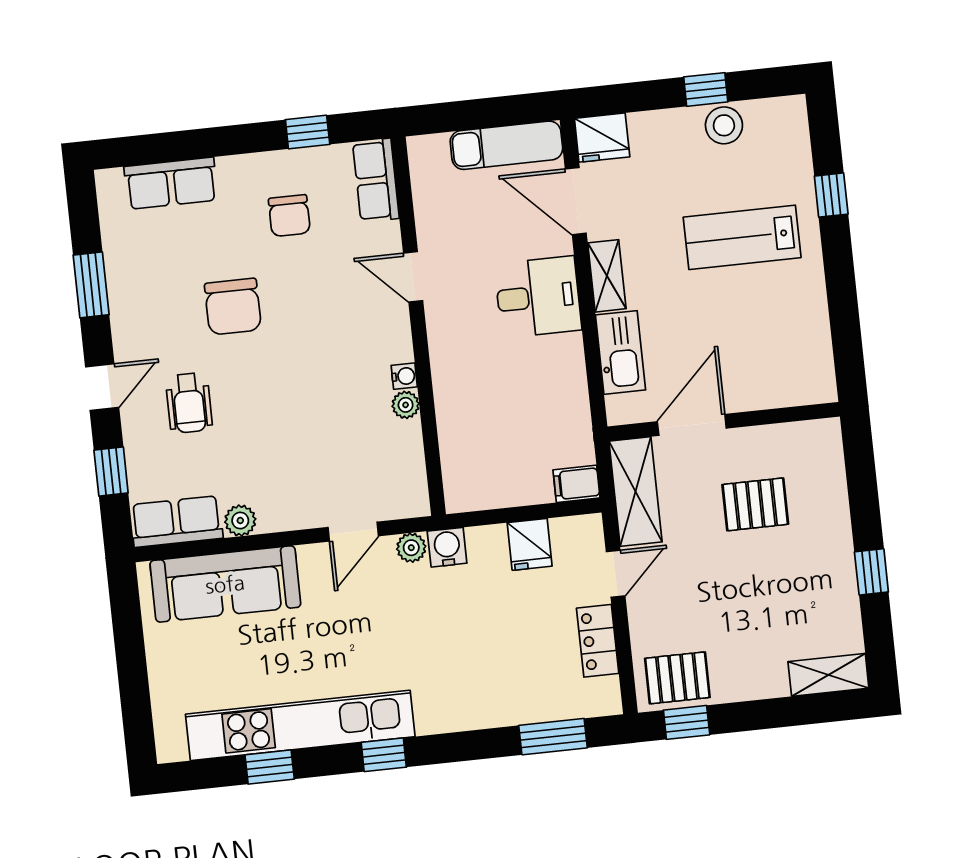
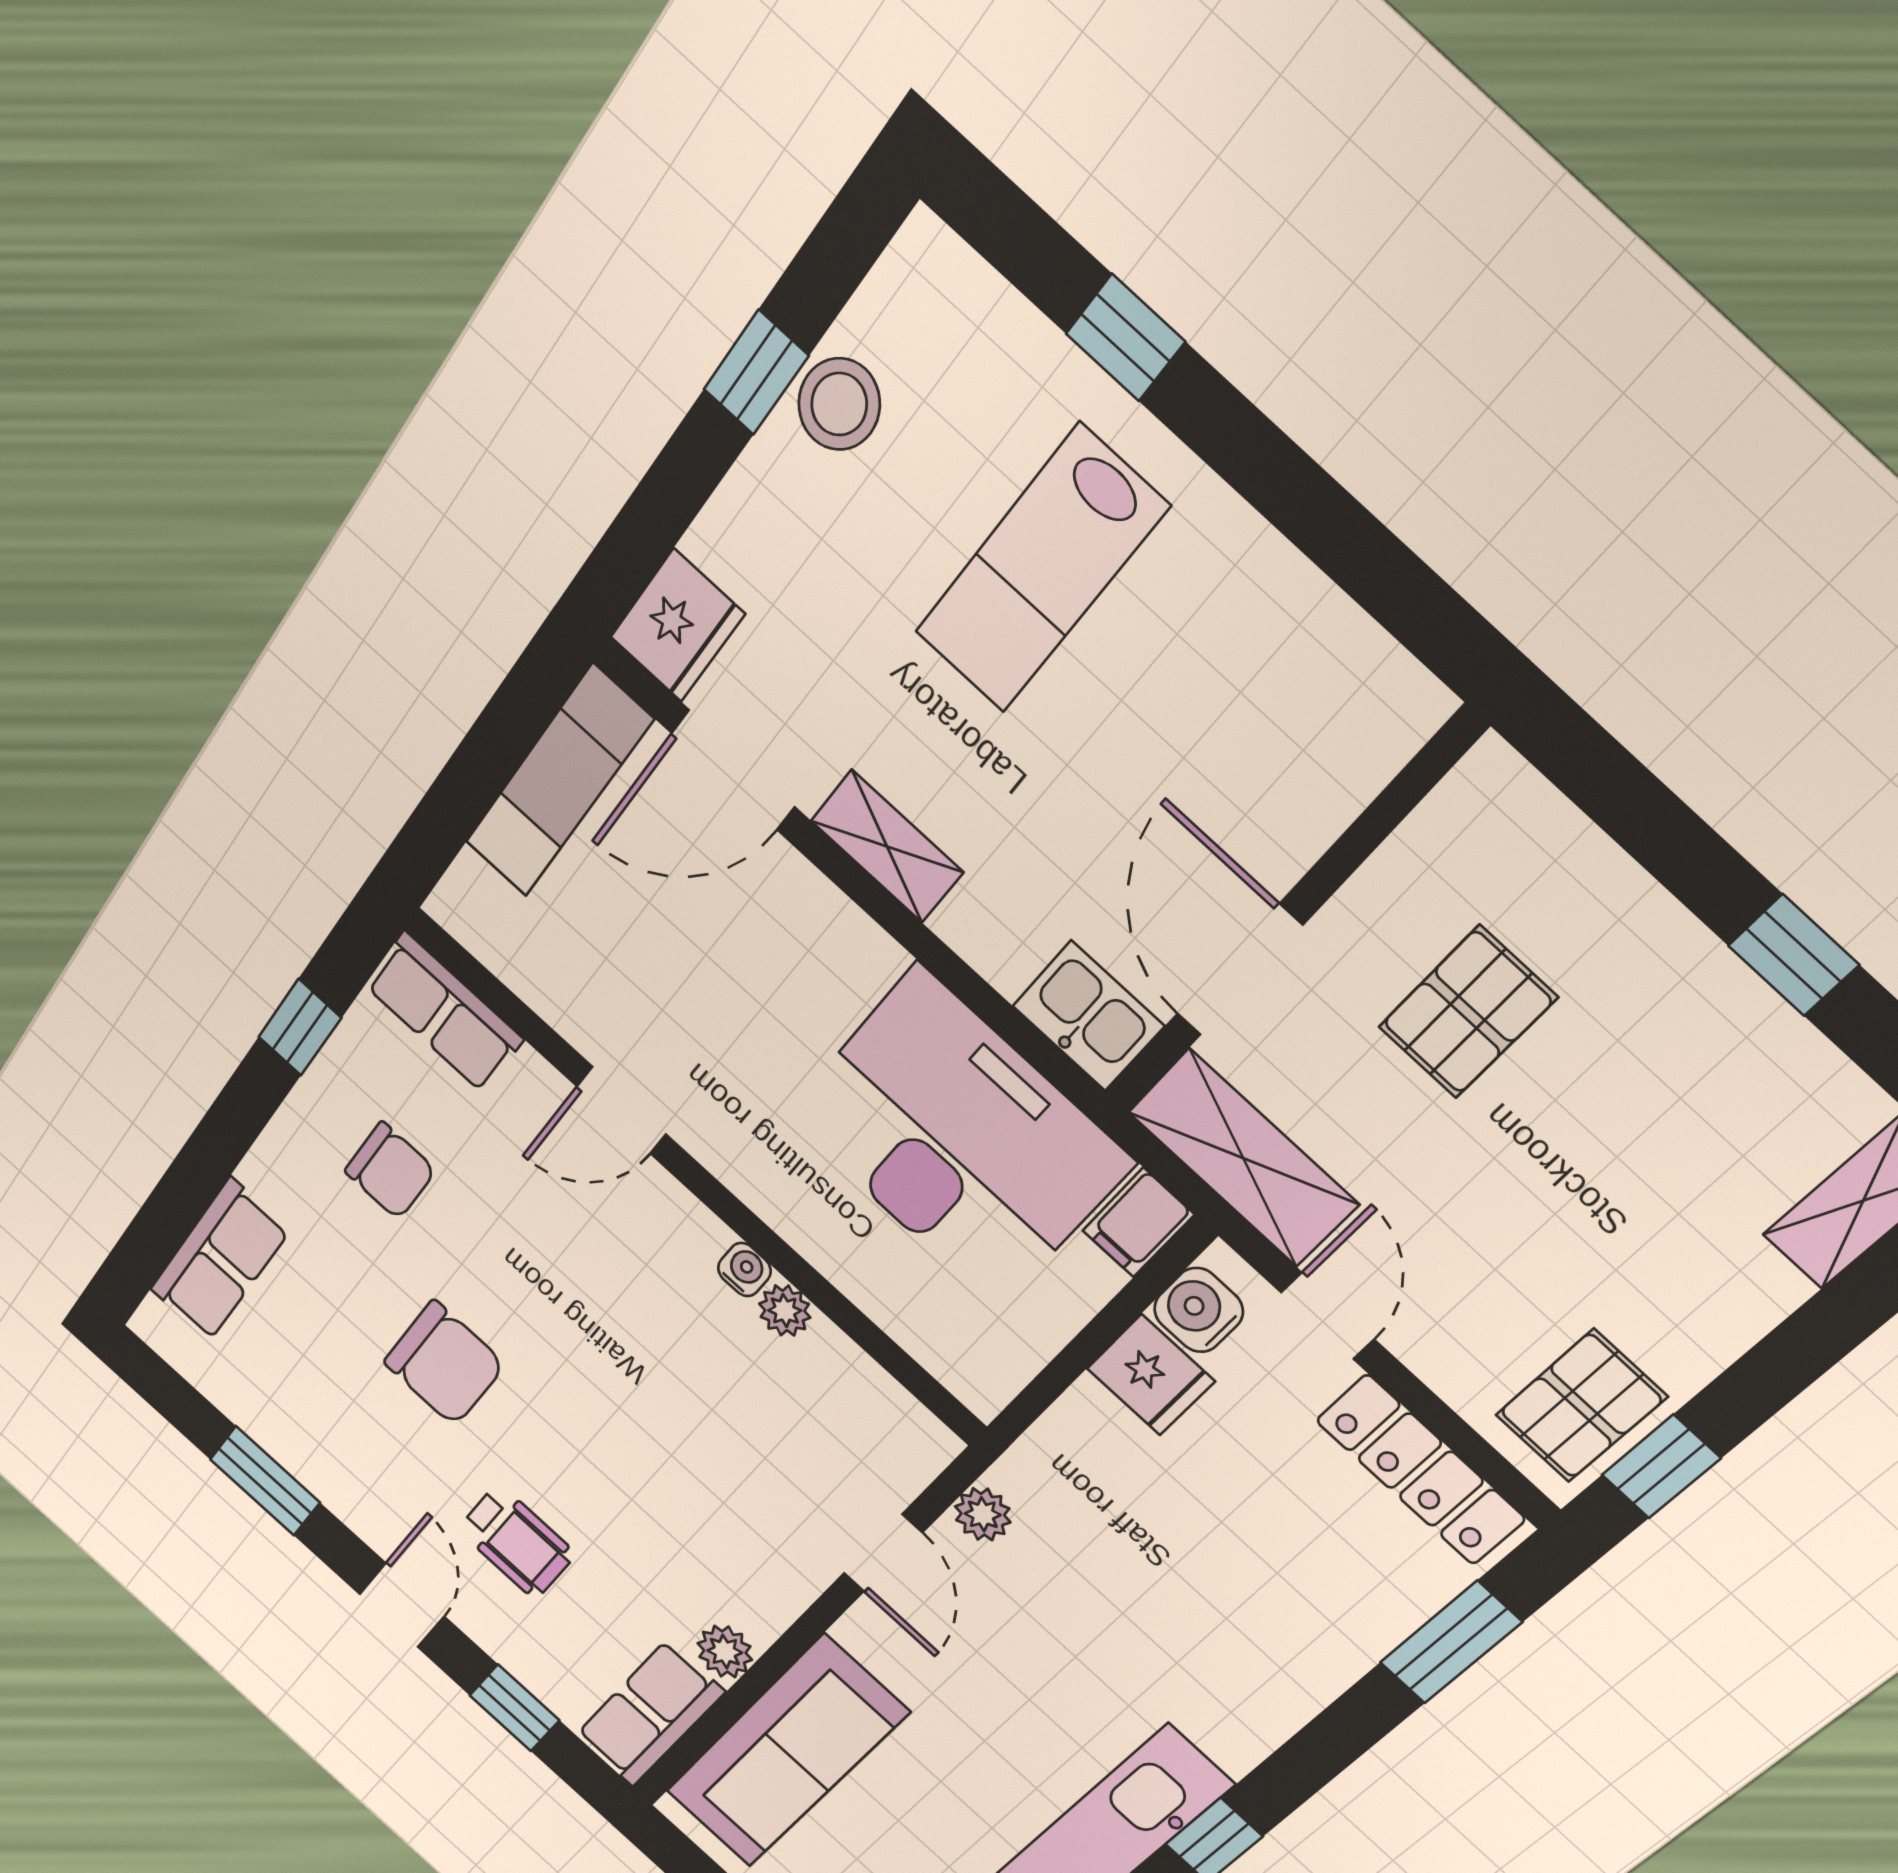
desk: (538, 297) -> (958, 1139), moved, width x1.87, depth x1.30
kitchen sink: (621, 352) -> (1088, 1016), moved, width x0.73
water cooler: (447, 547) -> (1199, 1310), moved
locker: (598, 641) -> (1420, 1470), width x1.53

